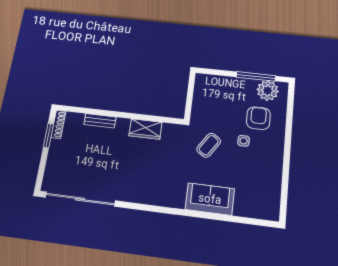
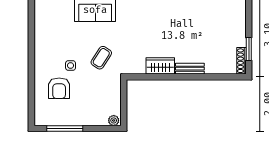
plant: (268, 91) -> (114, 120), moved, width x0.53, depth x0.53
bench: (100, 121) -> (190, 69), moved

